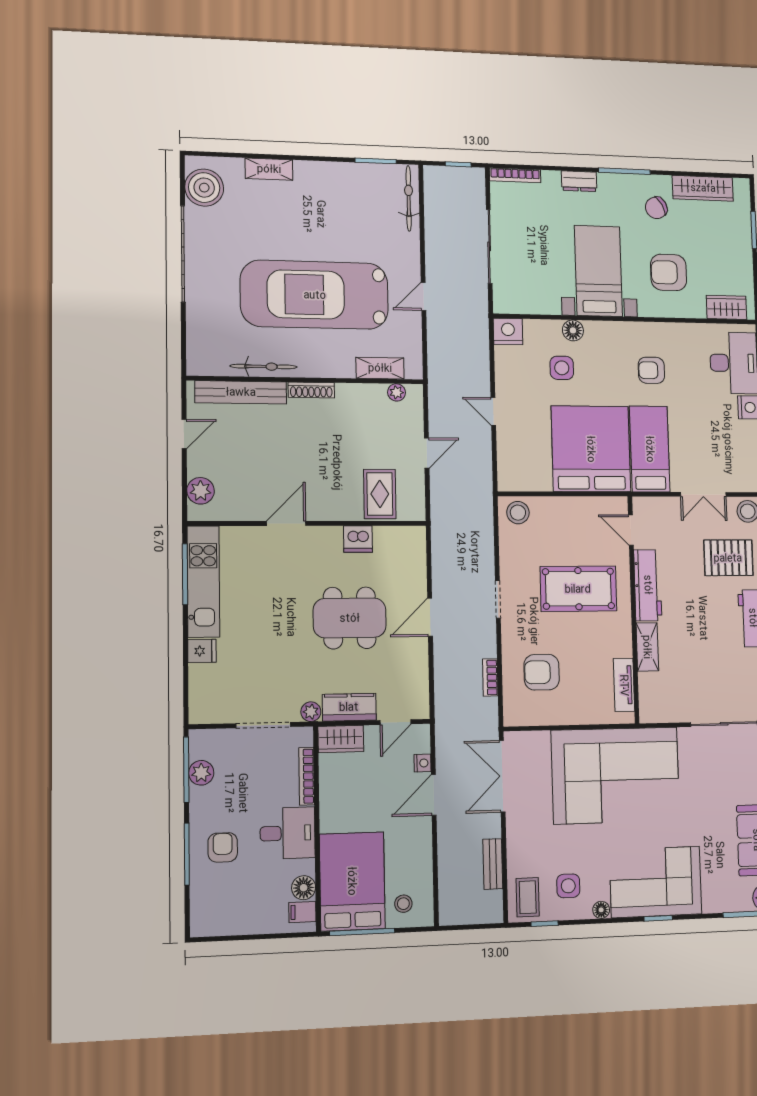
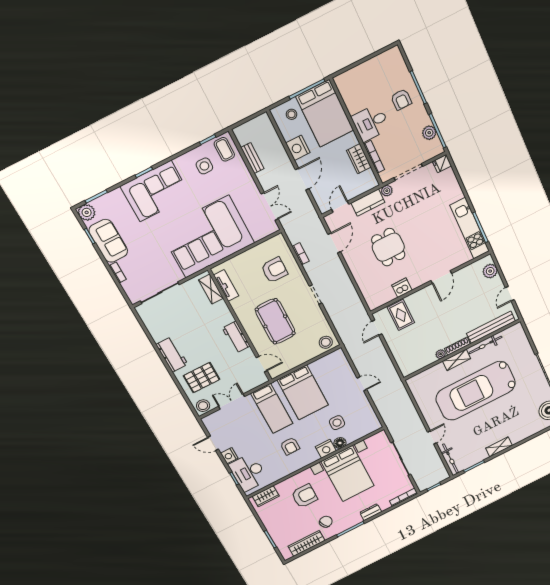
shelving: (269, 169) -> (499, 447), moved
bed with nightstands: (598, 271) -> (348, 474), width x1.36
car: (315, 295) -> (476, 391), turned 180
door: (423, 296) -> (432, 437), moved
nightstand: (508, 331) -> (326, 449), moved
shelving: (380, 368) -> (457, 360), moved
armchair: (651, 370) -> (290, 446), turned 90
plant: (397, 392) -> (441, 354), moved
bed: (591, 449) -> (303, 392), width x0.73
door: (427, 453) -> (377, 328), moved
workbench: (648, 585) -> (236, 337), width x0.73
pool table: (578, 589) -> (275, 321), turned 90
door: (430, 617) -> (334, 243), moved
dining table: (350, 618) -> (388, 247), width x0.73
shelving: (647, 647) -> (211, 289), moved
fridge: (202, 651) -> (442, 164), moved
wardrobe: (341, 739) -> (359, 159), moved, turned -90
nightstand: (423, 763) -> (298, 148), moved, width x1.89, depth x1.79
double door: (502, 776) -> (270, 206), width x0.73
floor lamp: (304, 888) -> (349, 98), removed
floor lamp: (601, 910) -> (179, 162), removed
filing cabinet: (302, 912) -> (344, 85), removed

